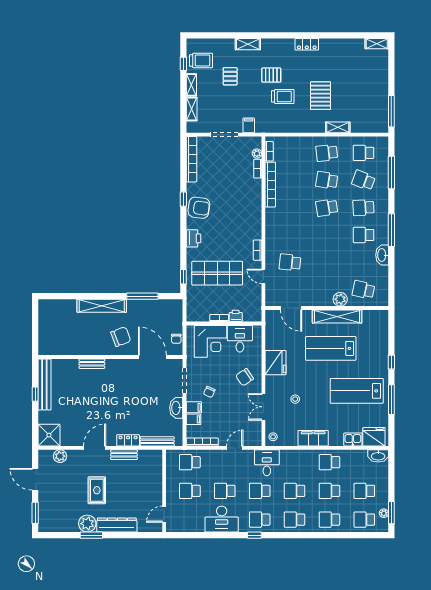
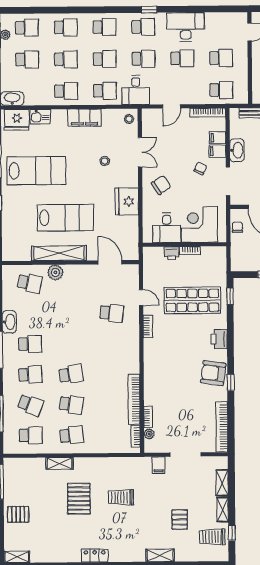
pallet: (271, 75) -> (18, 514), moved
school desk: (295, 462) -> (105, 91), added

